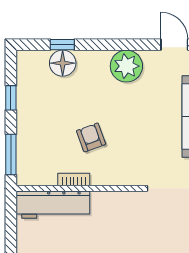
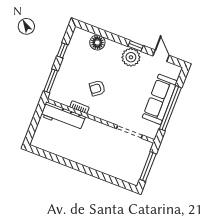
window: (62, 45) -> (136, 46), moved
armchair: (91, 137) -> (97, 88), turned -107

